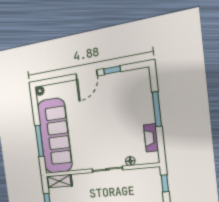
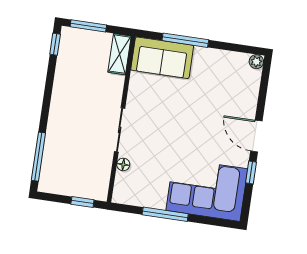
corner sofa: (132, 97) -> (207, 190), added
window: (157, 109) -> (165, 214), moved
sofa: (55, 136) -> (162, 58), width x0.54, depth x0.79
fireplace: (151, 138) -> (147, 200), removed

